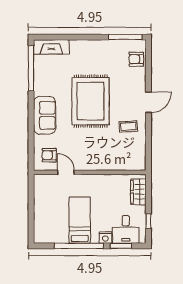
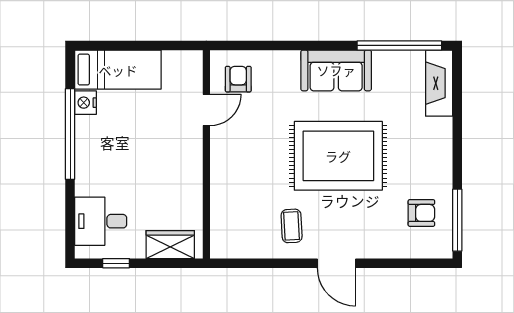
armchair: (136, 59) -> (421, 213), moved, turned 90
sofa: (44, 115) -> (336, 70), moved
bed: (80, 220) -> (118, 70), moved
nightstand: (105, 238) -> (85, 103), moved
window: (121, 246) -> (70, 212), removed

